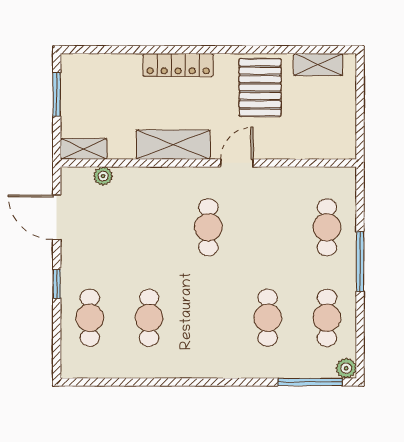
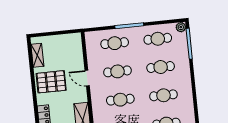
door: (237, 163) -> (87, 78), moved
cafe table: (268, 227) -> (117, 71), added
cafe table: (208, 318) -> (163, 95), added

